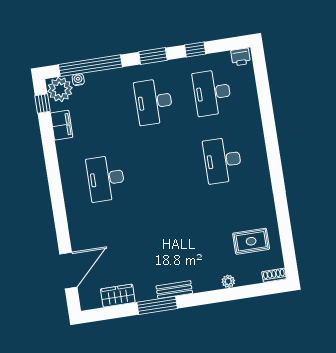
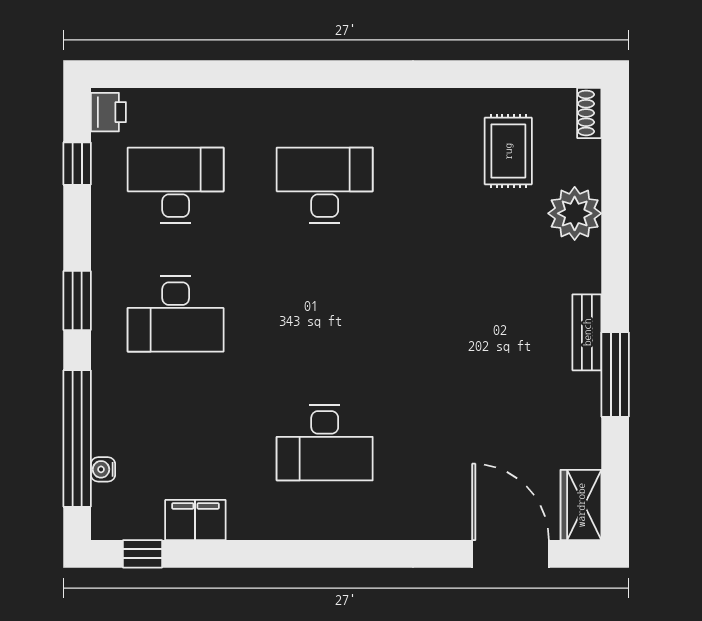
window: (195, 49) -> (77, 164), moved
plant: (60, 89) -> (118, 512), removed
desk: (212, 93) -> (176, 185), turned 180
desk: (223, 160) -> (325, 185), turned 180
plant: (228, 281) -> (575, 213), width x1.88, depth x1.88
wardrobe: (118, 296) -> (581, 505), moved

